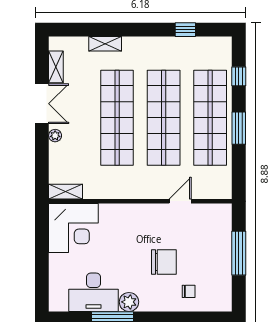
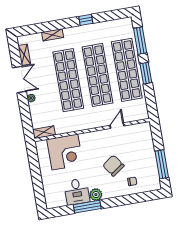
window: (185, 30) -> (86, 20), moved
window: (239, 76) -> (140, 41), width x2.17
corner desk: (73, 228) -> (65, 152), moved
window: (239, 253) -> (162, 164), moved
chair: (164, 262) -> (113, 166), turned -125
desk: (93, 292) -> (77, 192), width x0.73

